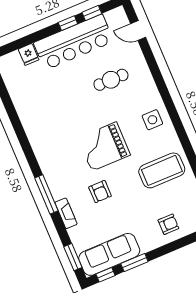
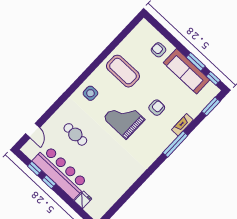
grand piano: (104, 146) -> (124, 119), turned 180
sofa: (109, 254) -> (187, 71), moved

